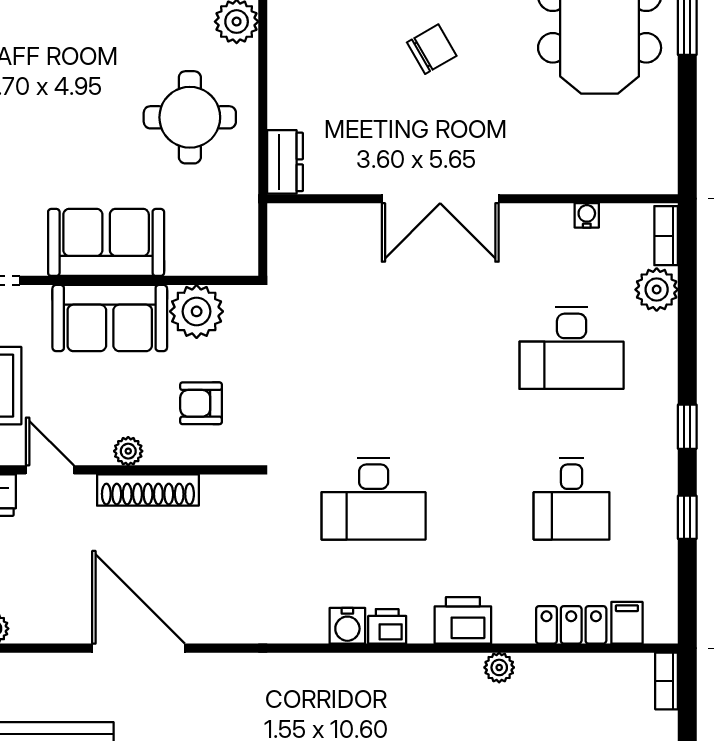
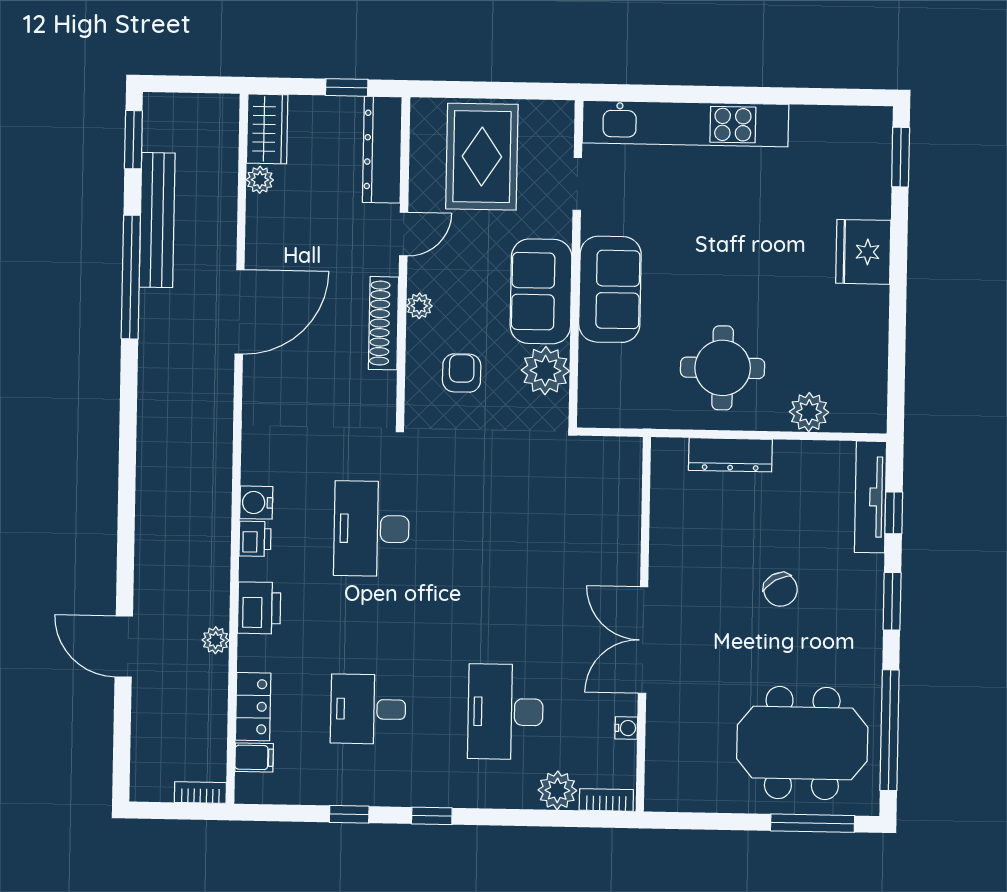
dresser: (285, 162) -> (730, 455), moved, width x1.44
double door: (440, 199) -> (643, 640), moved

